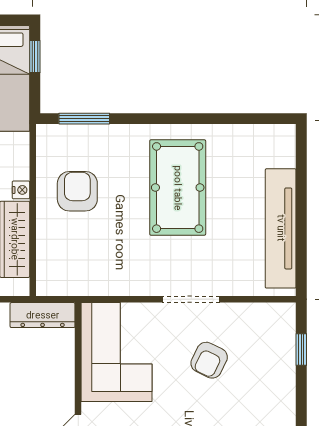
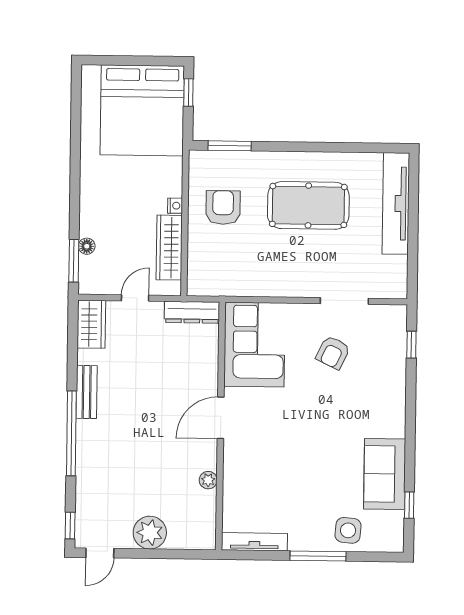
pool table: (178, 188) -> (308, 205), turned 90
tv unit: (281, 228) -> (396, 203), moved
doorway: (191, 299) -> (344, 301), moved

